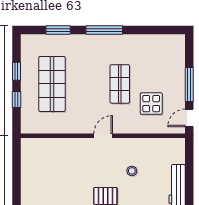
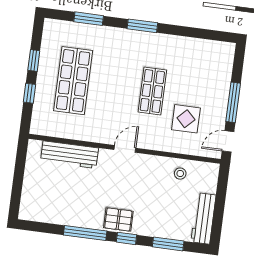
window: (104, 30) -> (142, 26), width x0.69
workbench: (57, 147) -> (70, 155), added
stool: (132, 171) -> (180, 174), moved

